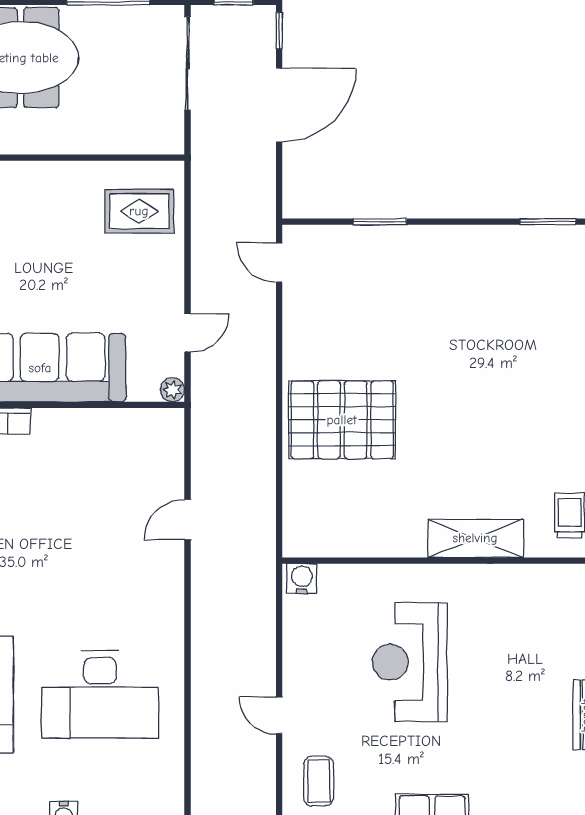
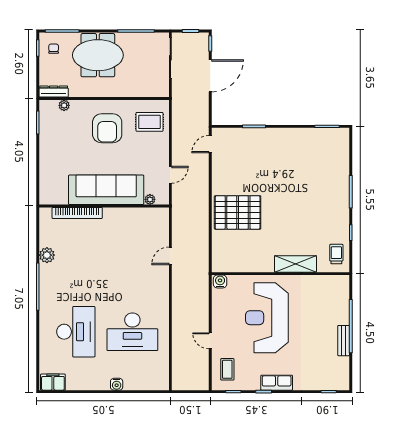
armchair: (42, 226) -> (107, 128), added
door: (279, 263) -> (210, 144), hinge flipped
plant: (172, 390) -> (150, 199), moved
reception desk: (410, 662) -> (267, 318), width x1.36, depth x1.30

